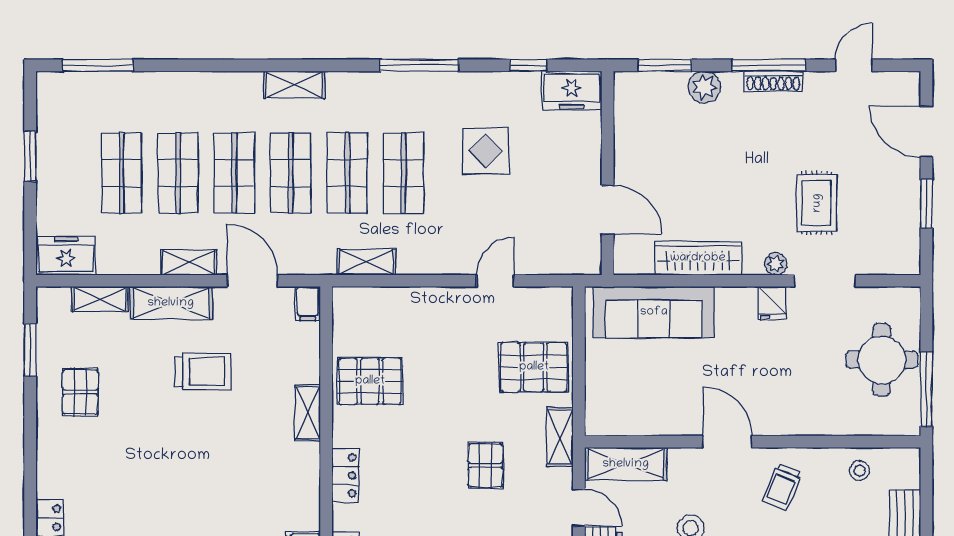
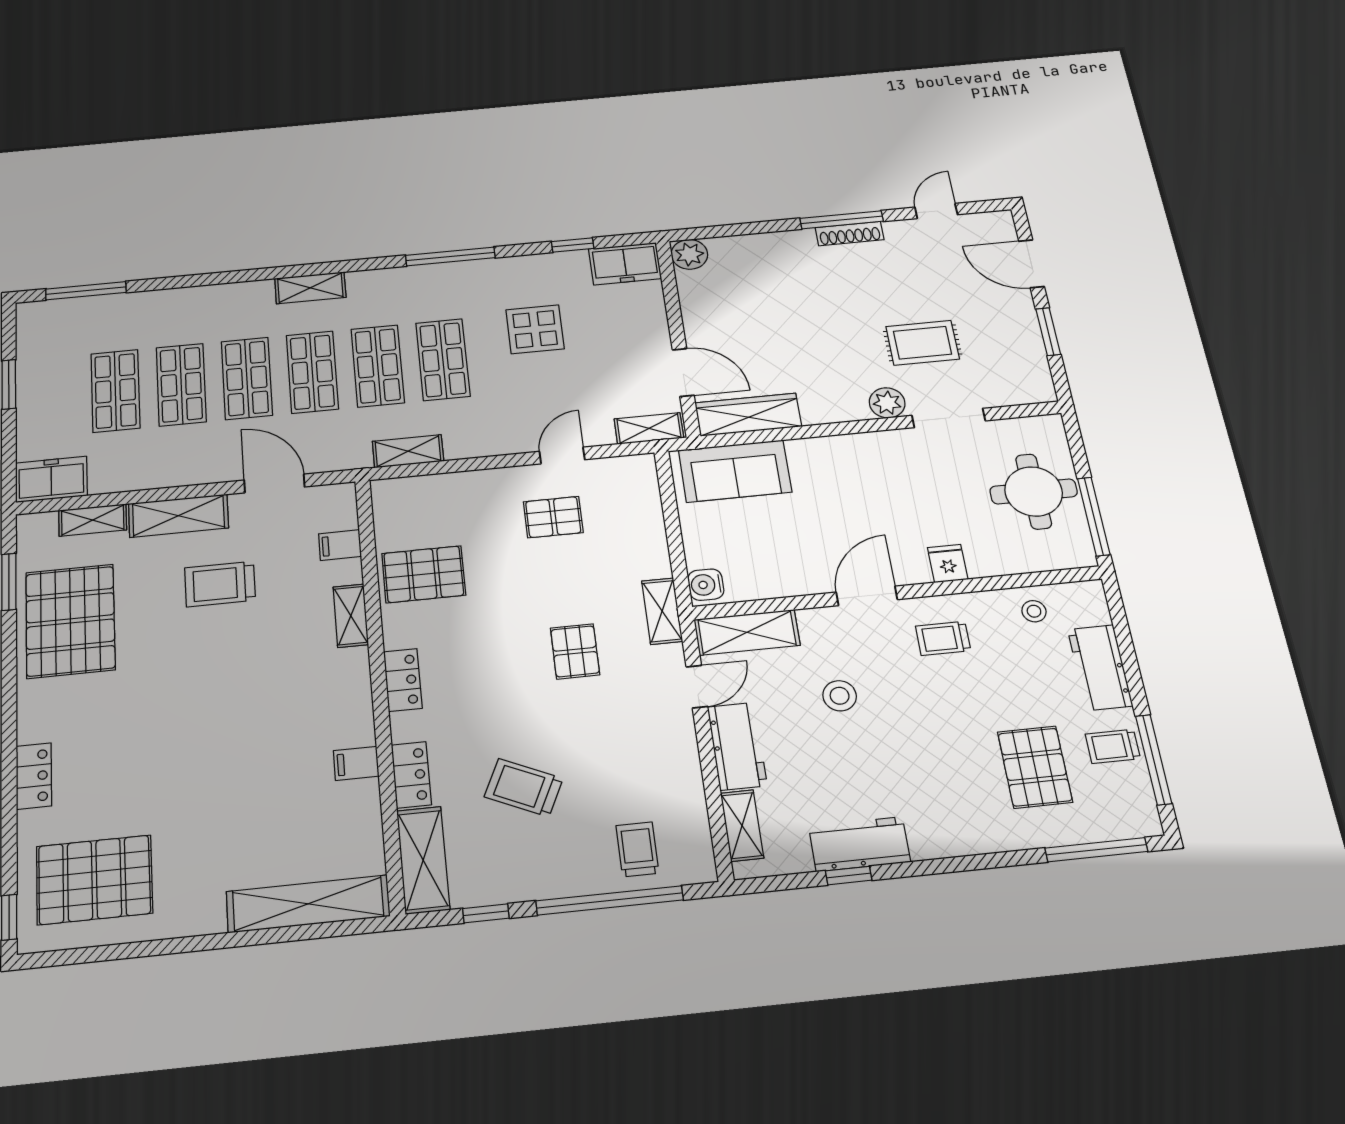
window: (665, 65) -> (726, 231), removed
plant: (704, 87) -> (689, 254), moved
rug: (817, 203) -> (923, 343), turned 90
wardrobe: (698, 258) -> (748, 415), moved
shelving: (189, 262) -> (649, 428), moved
plant: (776, 264) -> (887, 403), width x1.38, depth x1.38
filing cabinet: (308, 303) -> (340, 545), moved, turned 90
fridge: (772, 303) -> (948, 563), moved, turned 180
sofa: (654, 312) -> (735, 471), width x0.73
pallet: (534, 367) -> (553, 517), moved, width x0.67, depth x0.71
trolley: (203, 372) -> (220, 584), turned 180
pallet: (80, 392) -> (70, 621), width x2.05, depth x2.00
water cooler: (599, 417) -> (706, 585), added
door: (727, 442) -> (867, 596), hinge flipped
trolley: (782, 487) -> (943, 638), turned 67
door: (579, 508) -> (697, 687), hinge flipped

